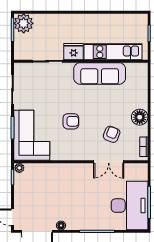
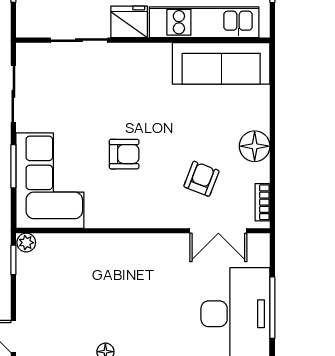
sofa: (100, 73) -> (221, 63), moved
double door: (109, 162) -> (218, 231), moved

